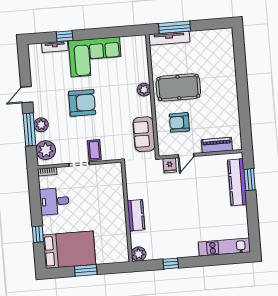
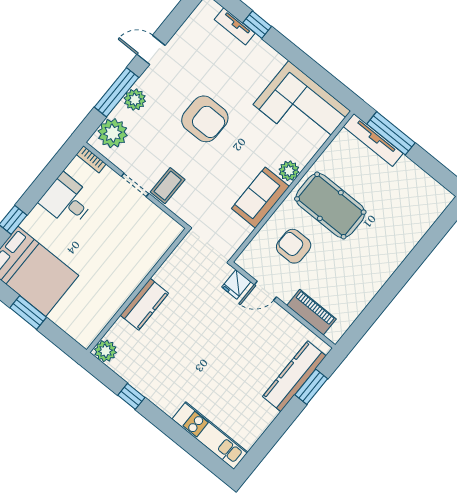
corner sofa: (95, 57) -> (302, 108), moved
sofa: (144, 134) -> (260, 198), moved

